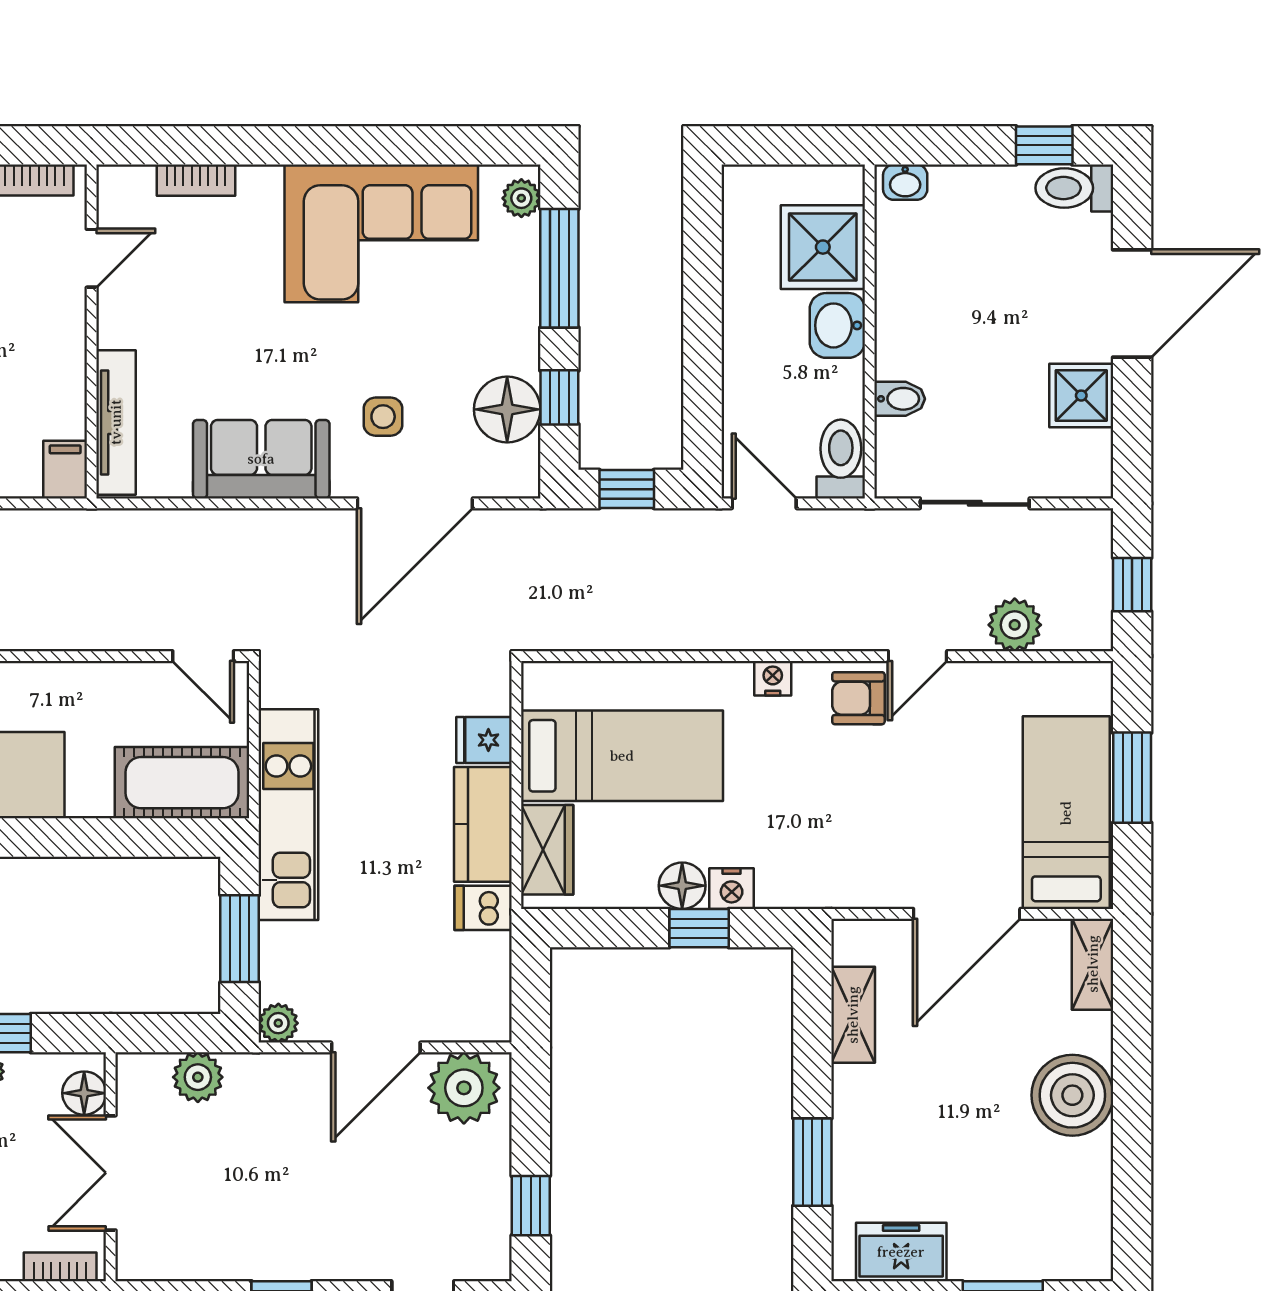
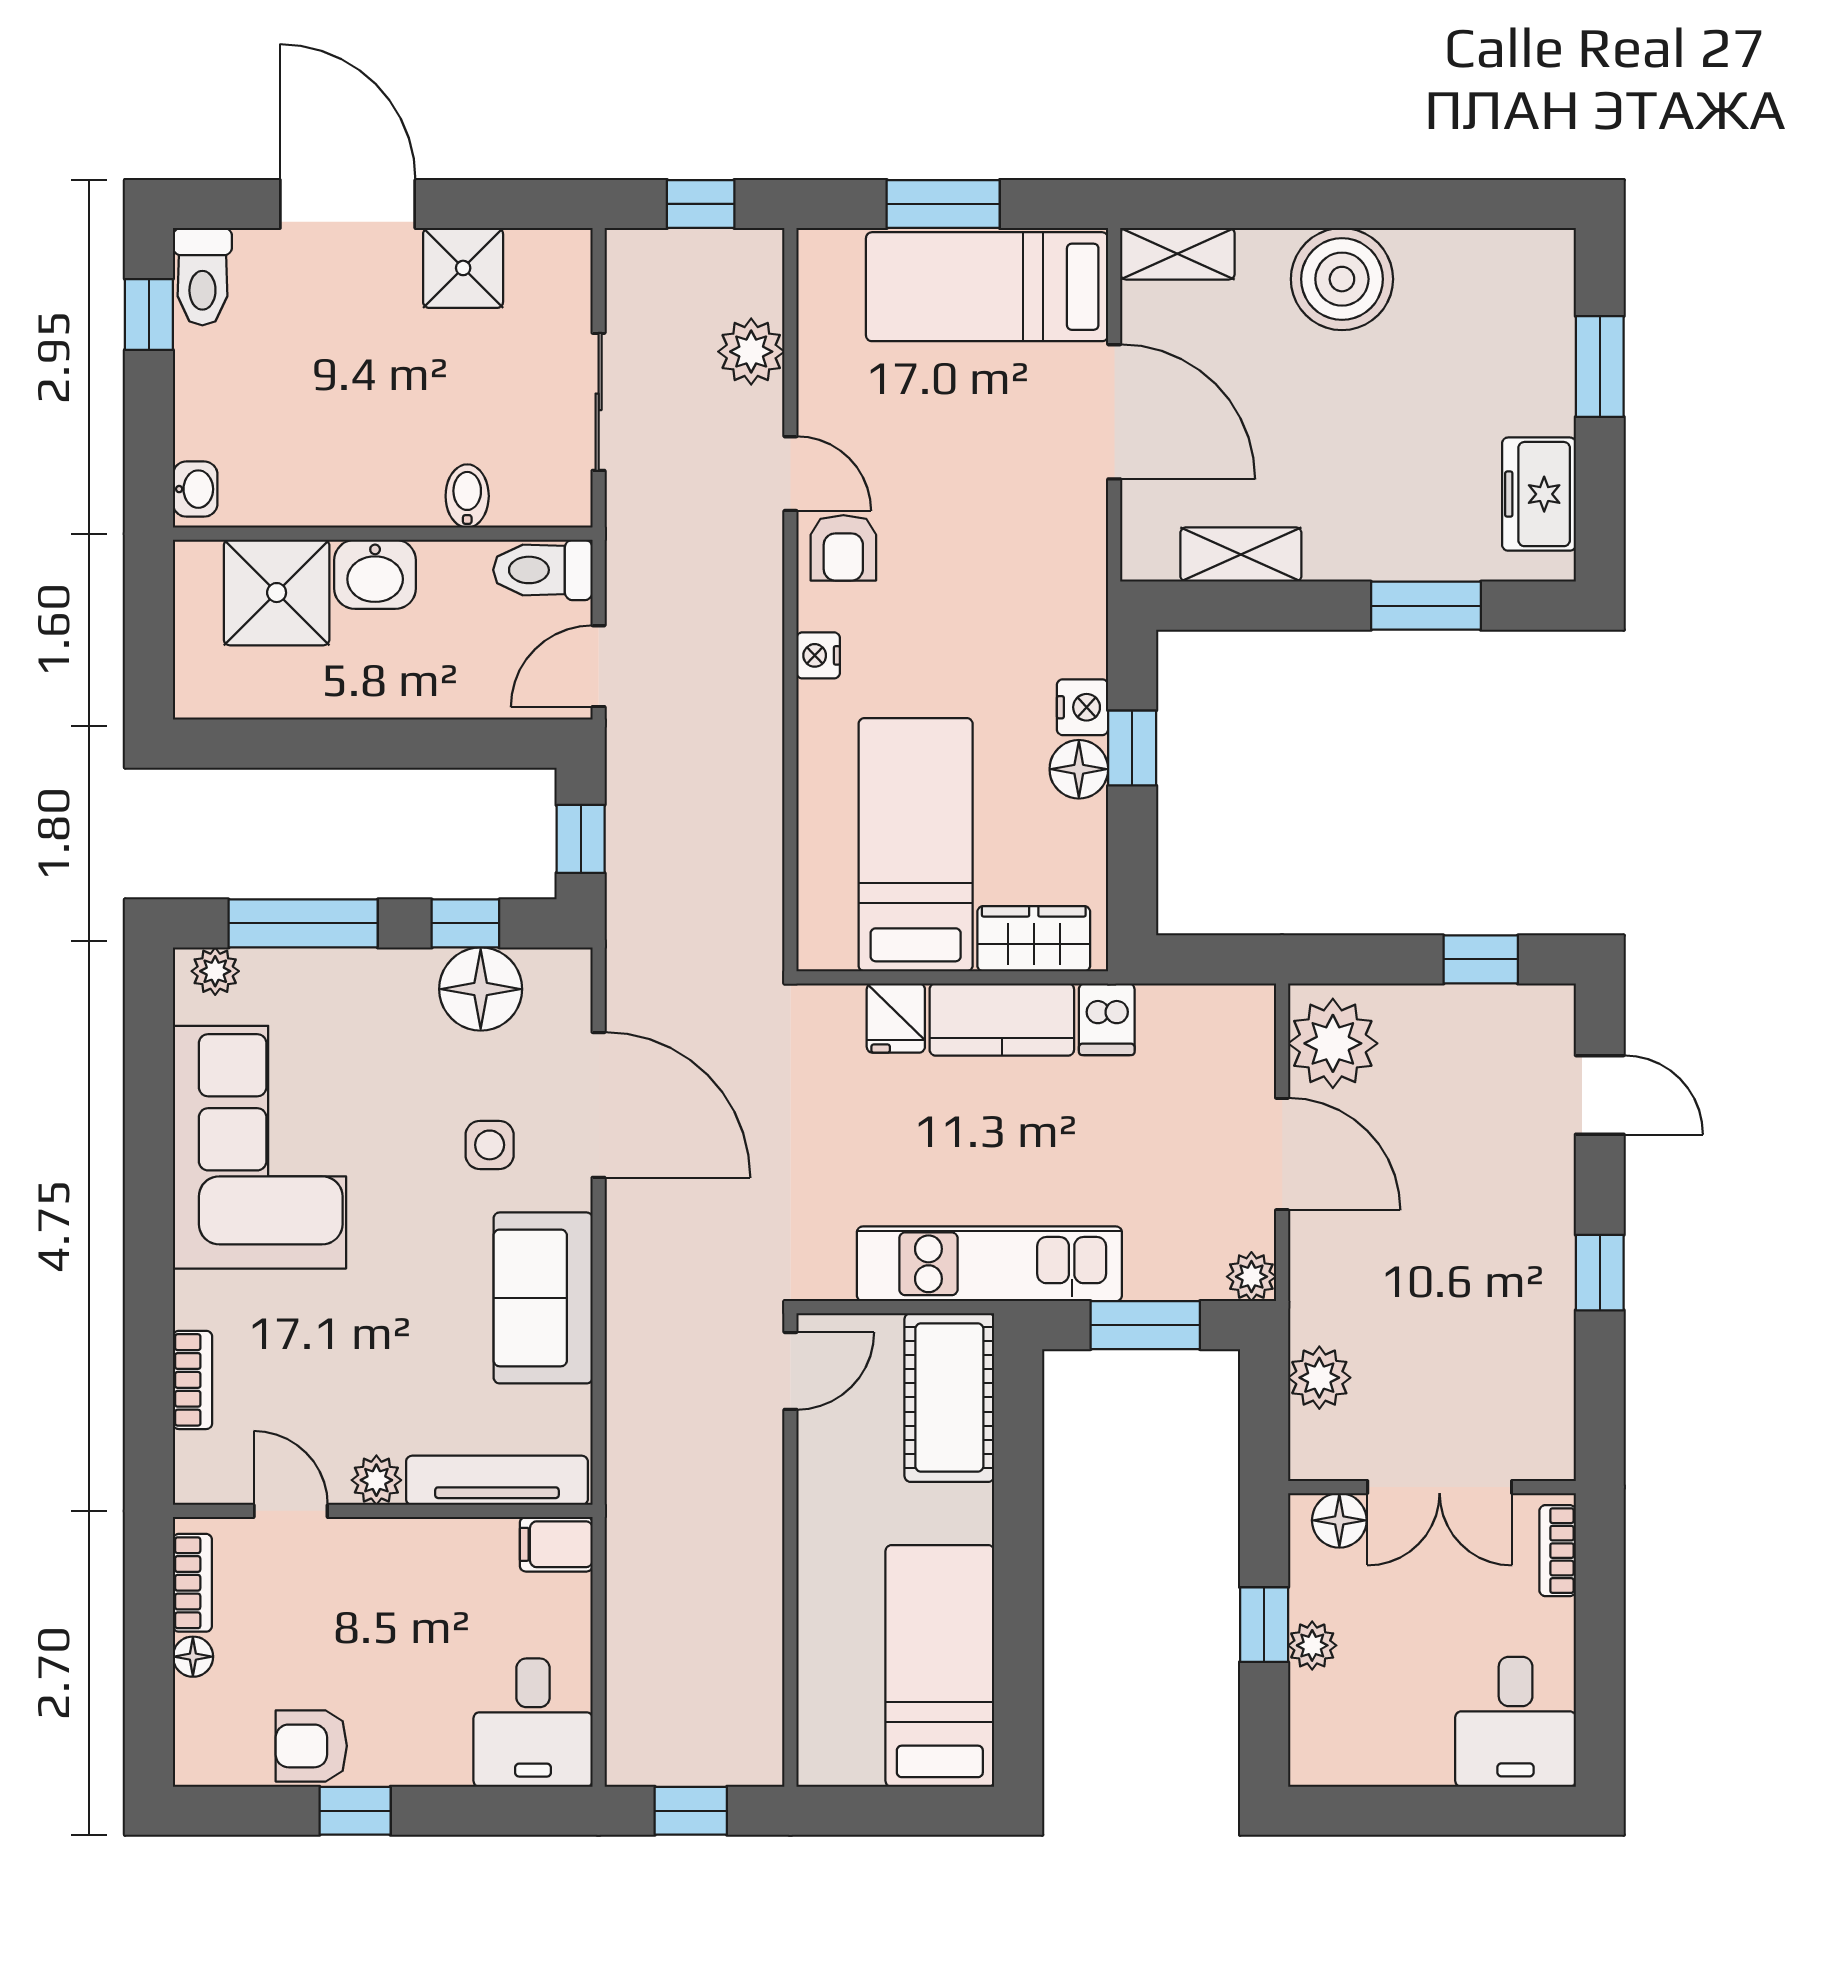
plant: (116, 326) -> (376, 1480), added

